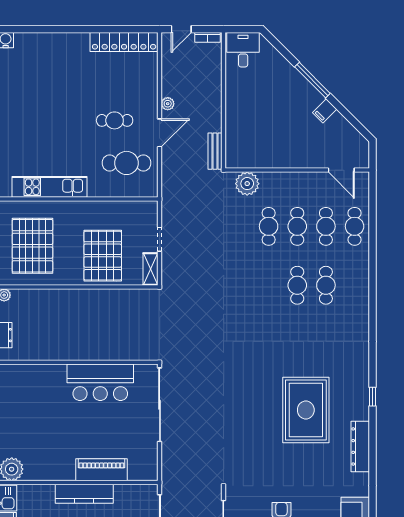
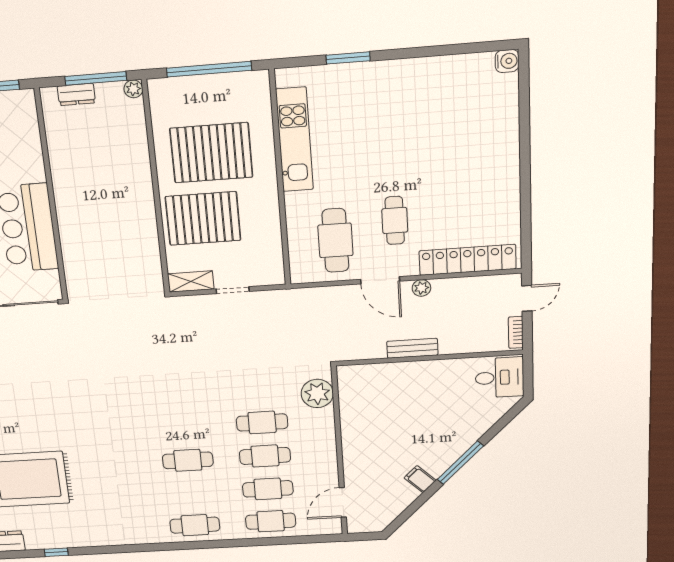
door: (181, 29) -> (527, 298), swing flipped
locker: (124, 42) -> (468, 260), moved, turned 90
bench: (215, 151) -> (412, 348), moved
pallet: (32, 246) -> (211, 153), moved
cafe table: (326, 285) -> (195, 525), moved

